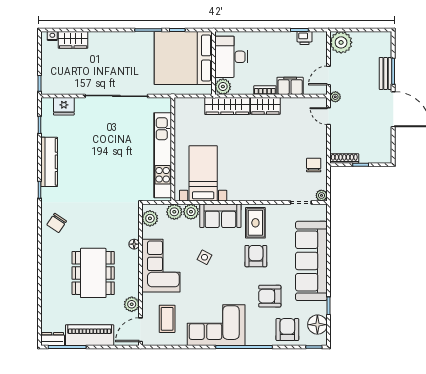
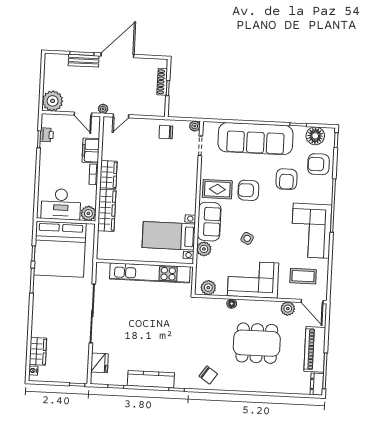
shoe rack: (344, 158) -> (162, 82), moved
plant: (174, 212) -> (203, 265), removed

